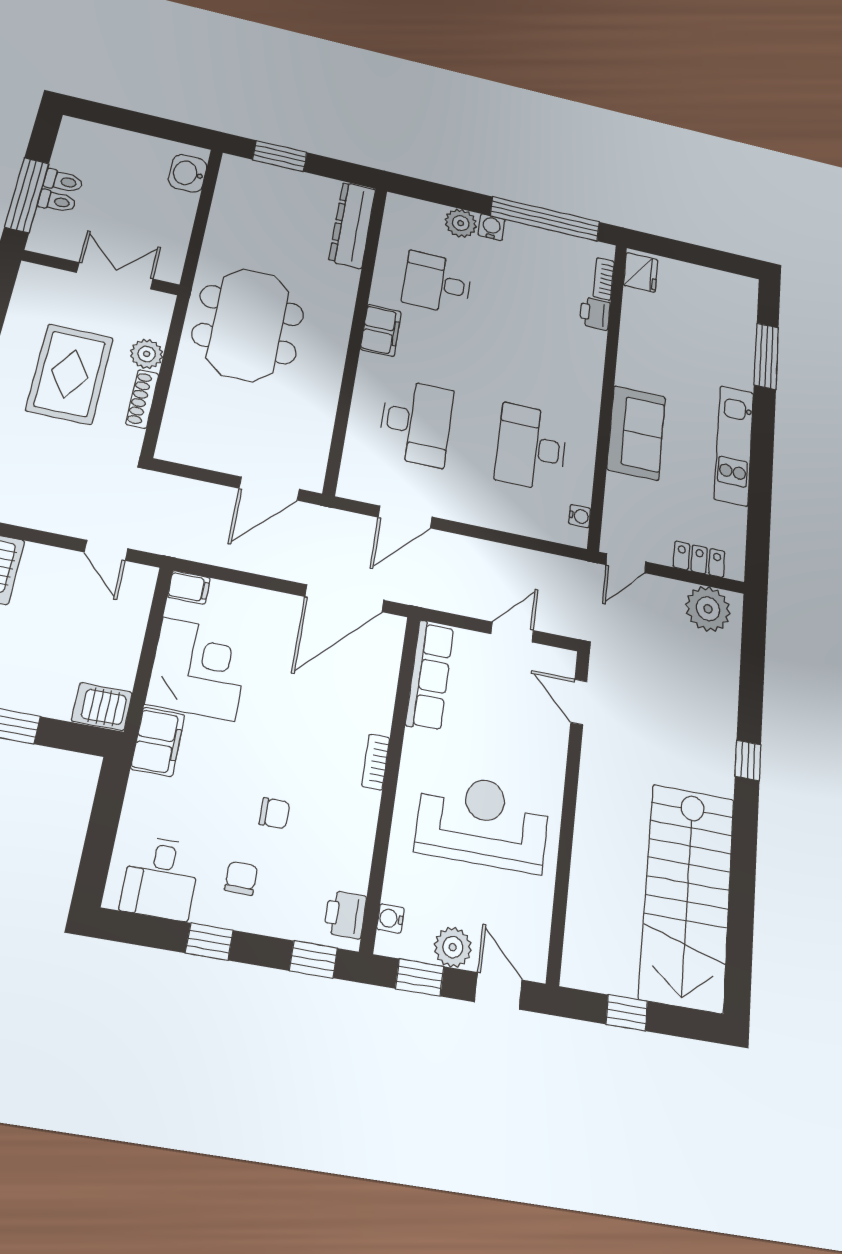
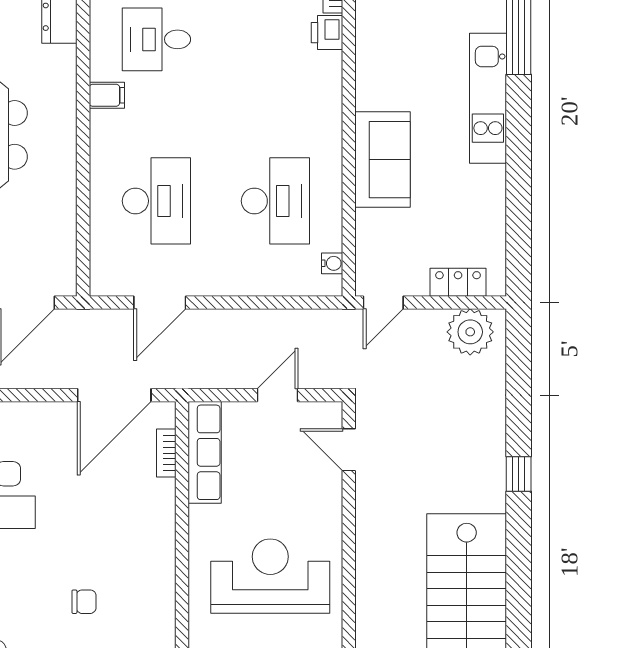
filing cabinet: (381, 330) -> (107, 95), width x0.50
kitchen unit: (734, 445) -> (488, 98), moved
desk: (531, 447) -> (275, 201), turned 180
bookcase: (376, 762) -> (166, 453), moved

